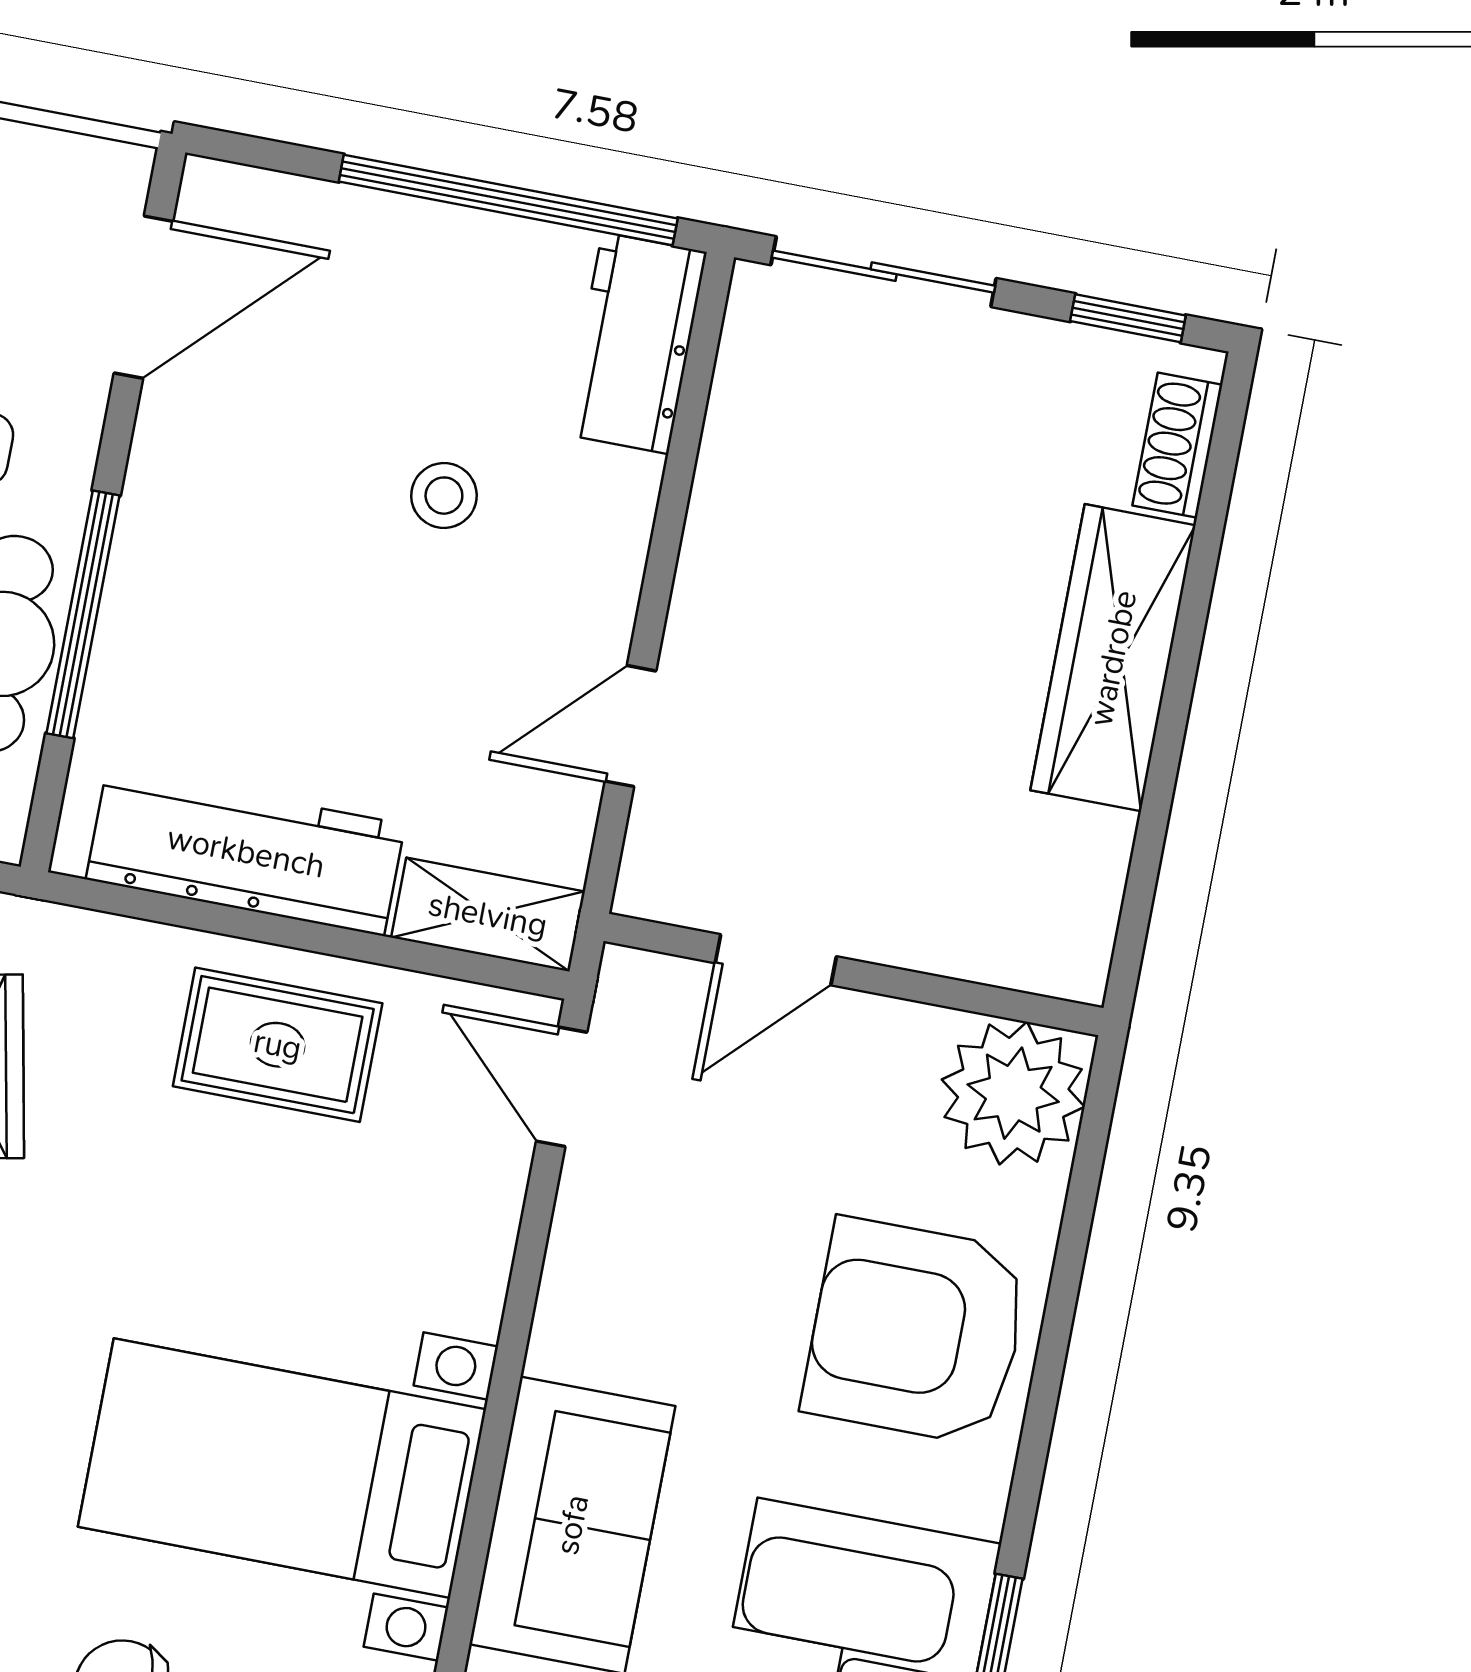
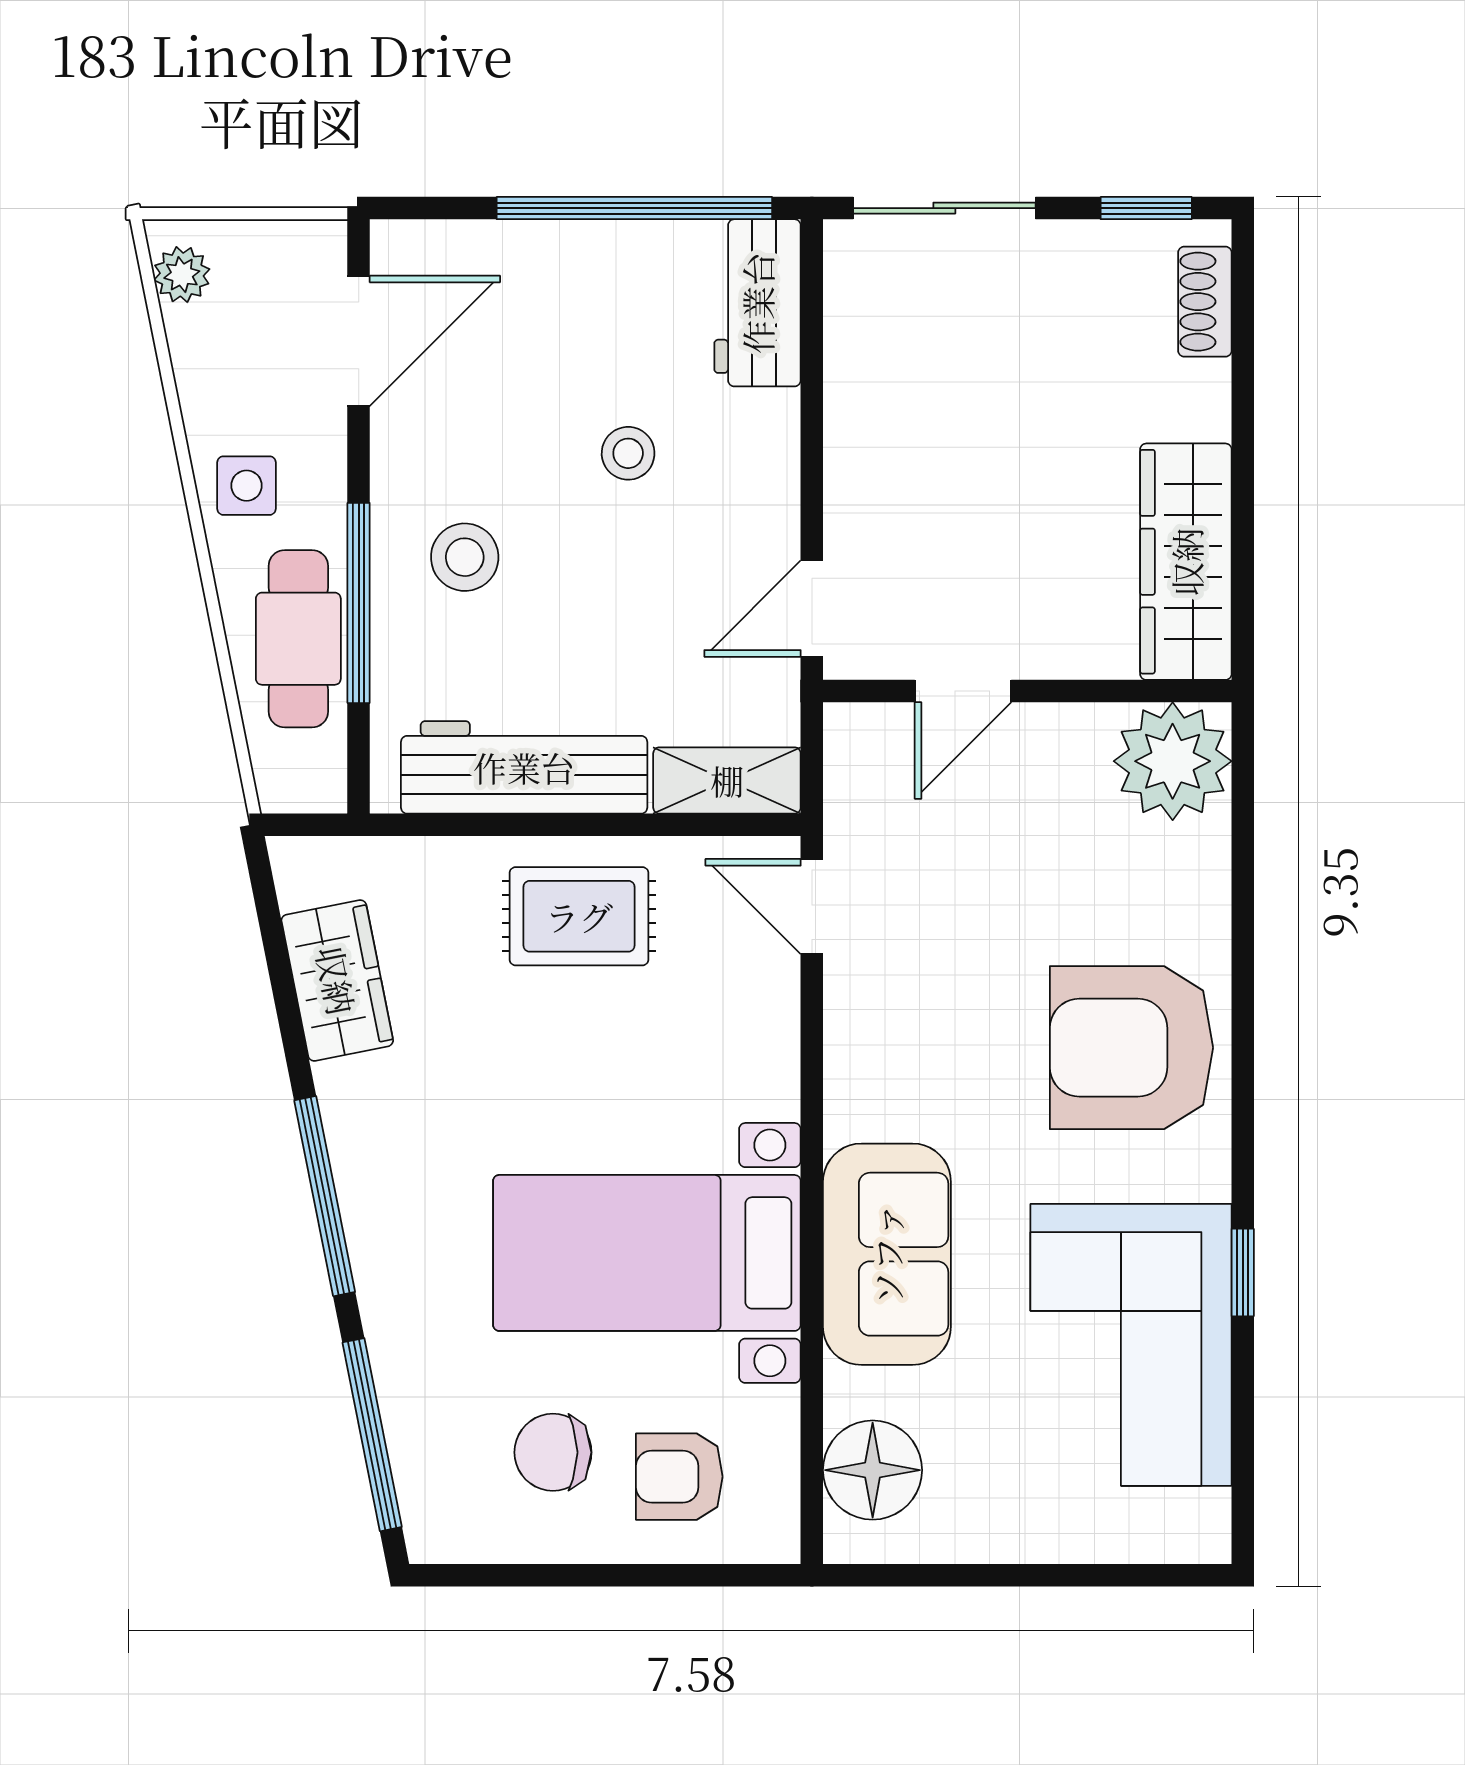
stool: (222, 584) -> (465, 557), added
wardrobe: (1113, 658) -> (1186, 562), moved
door: (776, 960) -> (963, 691), moved
wall: (854, 975) -> (1027, 691), moved
plant: (1013, 1093) -> (1173, 761), moved

